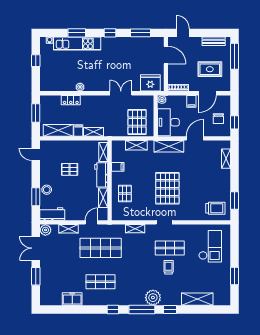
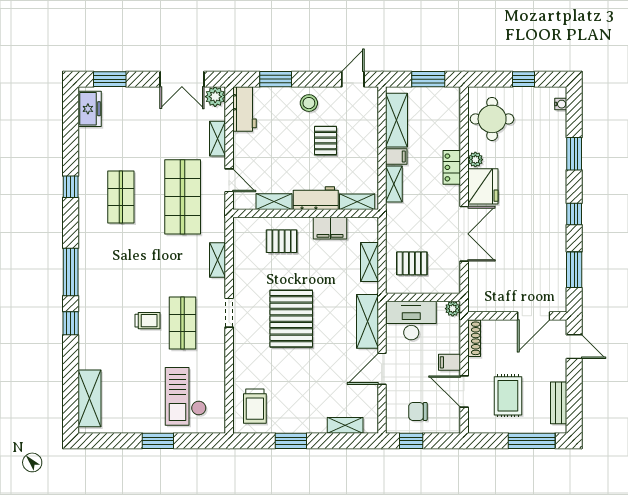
door: (183, 33) -> (574, 347), hinge flipped
kitchen unit: (77, 44) -> (555, 154), removed
round table: (58, 78) -> (492, 119), added
fridge: (150, 83) -> (483, 186), moved
double door: (121, 93) -> (464, 234), width x1.37
locker: (71, 100) -> (452, 167), moved
pallet: (137, 122) -> (412, 263), width x0.67, depth x0.71
door: (195, 138) -> (382, 369), swing flipped
filing cabinet: (118, 167) -> (330, 228), width x2.00
pallet: (167, 188) -> (291, 319), turned 90
stool: (47, 190) -> (309, 103), moved
window: (235, 200) -> (291, 441), moved
checkout: (210, 246) -> (186, 396), turned 90
double door: (36, 248) -> (182, 79), swing flipped
window: (36, 276) -> (110, 79), moved
window: (235, 276) -> (158, 441), moved
plant: (153, 298) -> (92, 292), removed
freezer: (72, 299) -> (90, 109), moved
shelving: (197, 299) -> (89, 398), moved
window: (113, 309) -> (71, 187), moved

